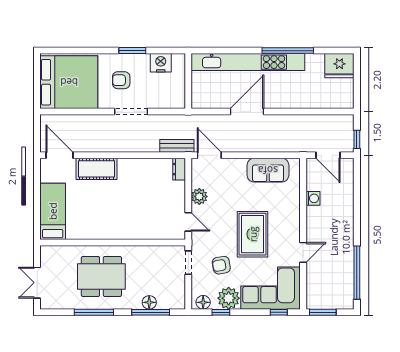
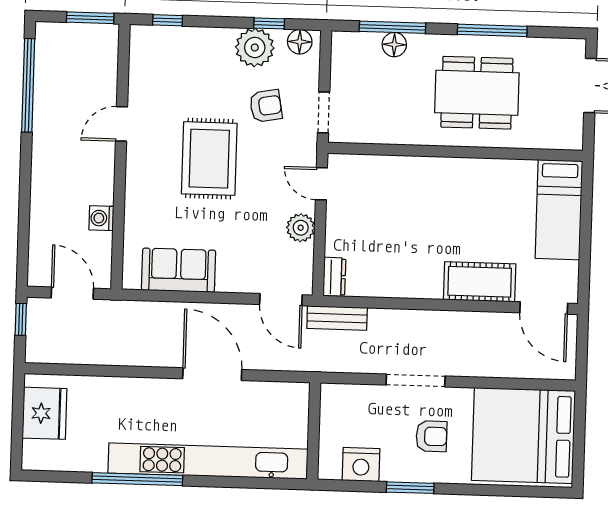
fridge: (339, 66) -> (45, 413), moved, turned 90
door: (247, 112) -> (212, 374), swing flipped
corner sofa: (271, 288) -> (181, 63), removed

